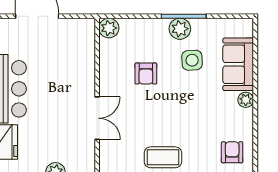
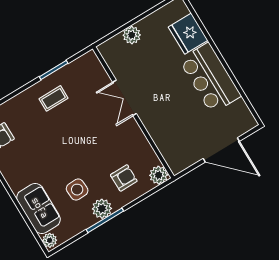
armchair: (146, 74) -> (124, 178), moved, turned 90
plant: (246, 100) -> (50, 240), moved
coffee table: (163, 157) -> (54, 98), width x0.73, depth x0.77

